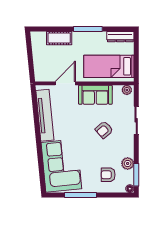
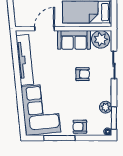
plant: (127, 90) -> (101, 39), width x1.88, depth x1.88
armchair: (104, 130) -> (83, 74), turned -139
armchair: (108, 175) -> (80, 127), moved

